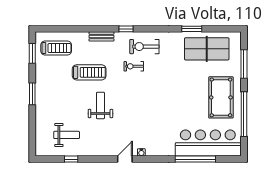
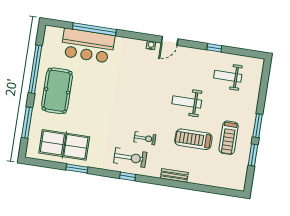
window: (126, 29) -> (128, 176), moved
treadmill: (56, 48) -> (229, 138), moved, turned -90
window: (32, 53) -> (253, 155), moved
weight bench: (100, 106) -> (187, 102), turned 90
bar counter: (208, 143) -> (88, 46), width x0.73
window: (71, 159) -> (214, 48), moved

